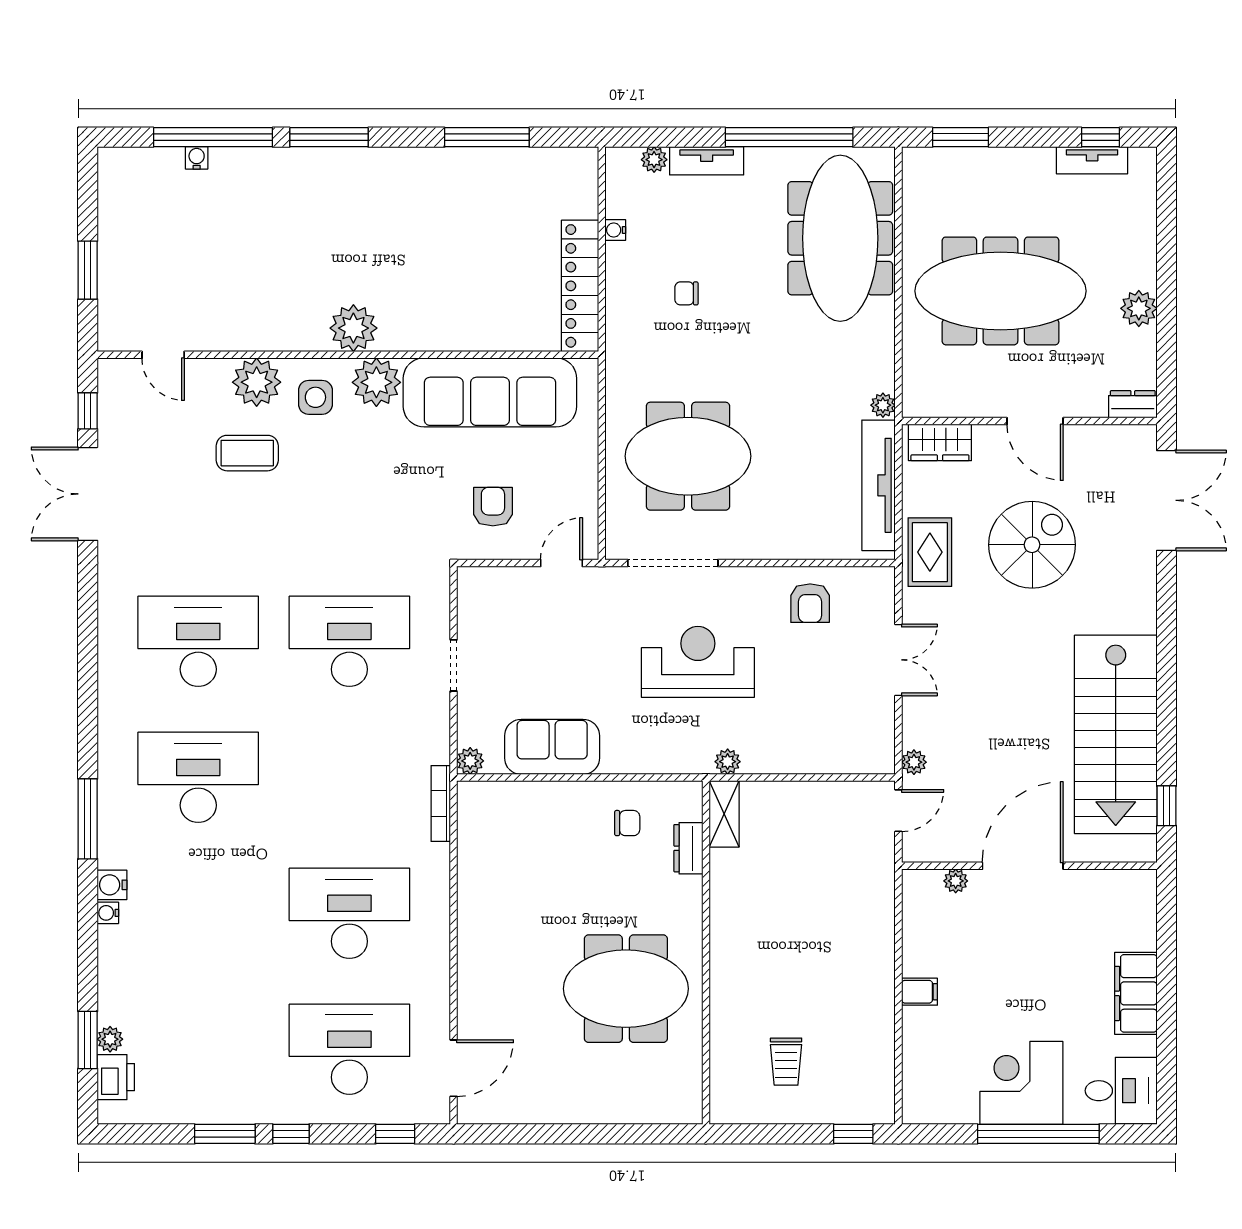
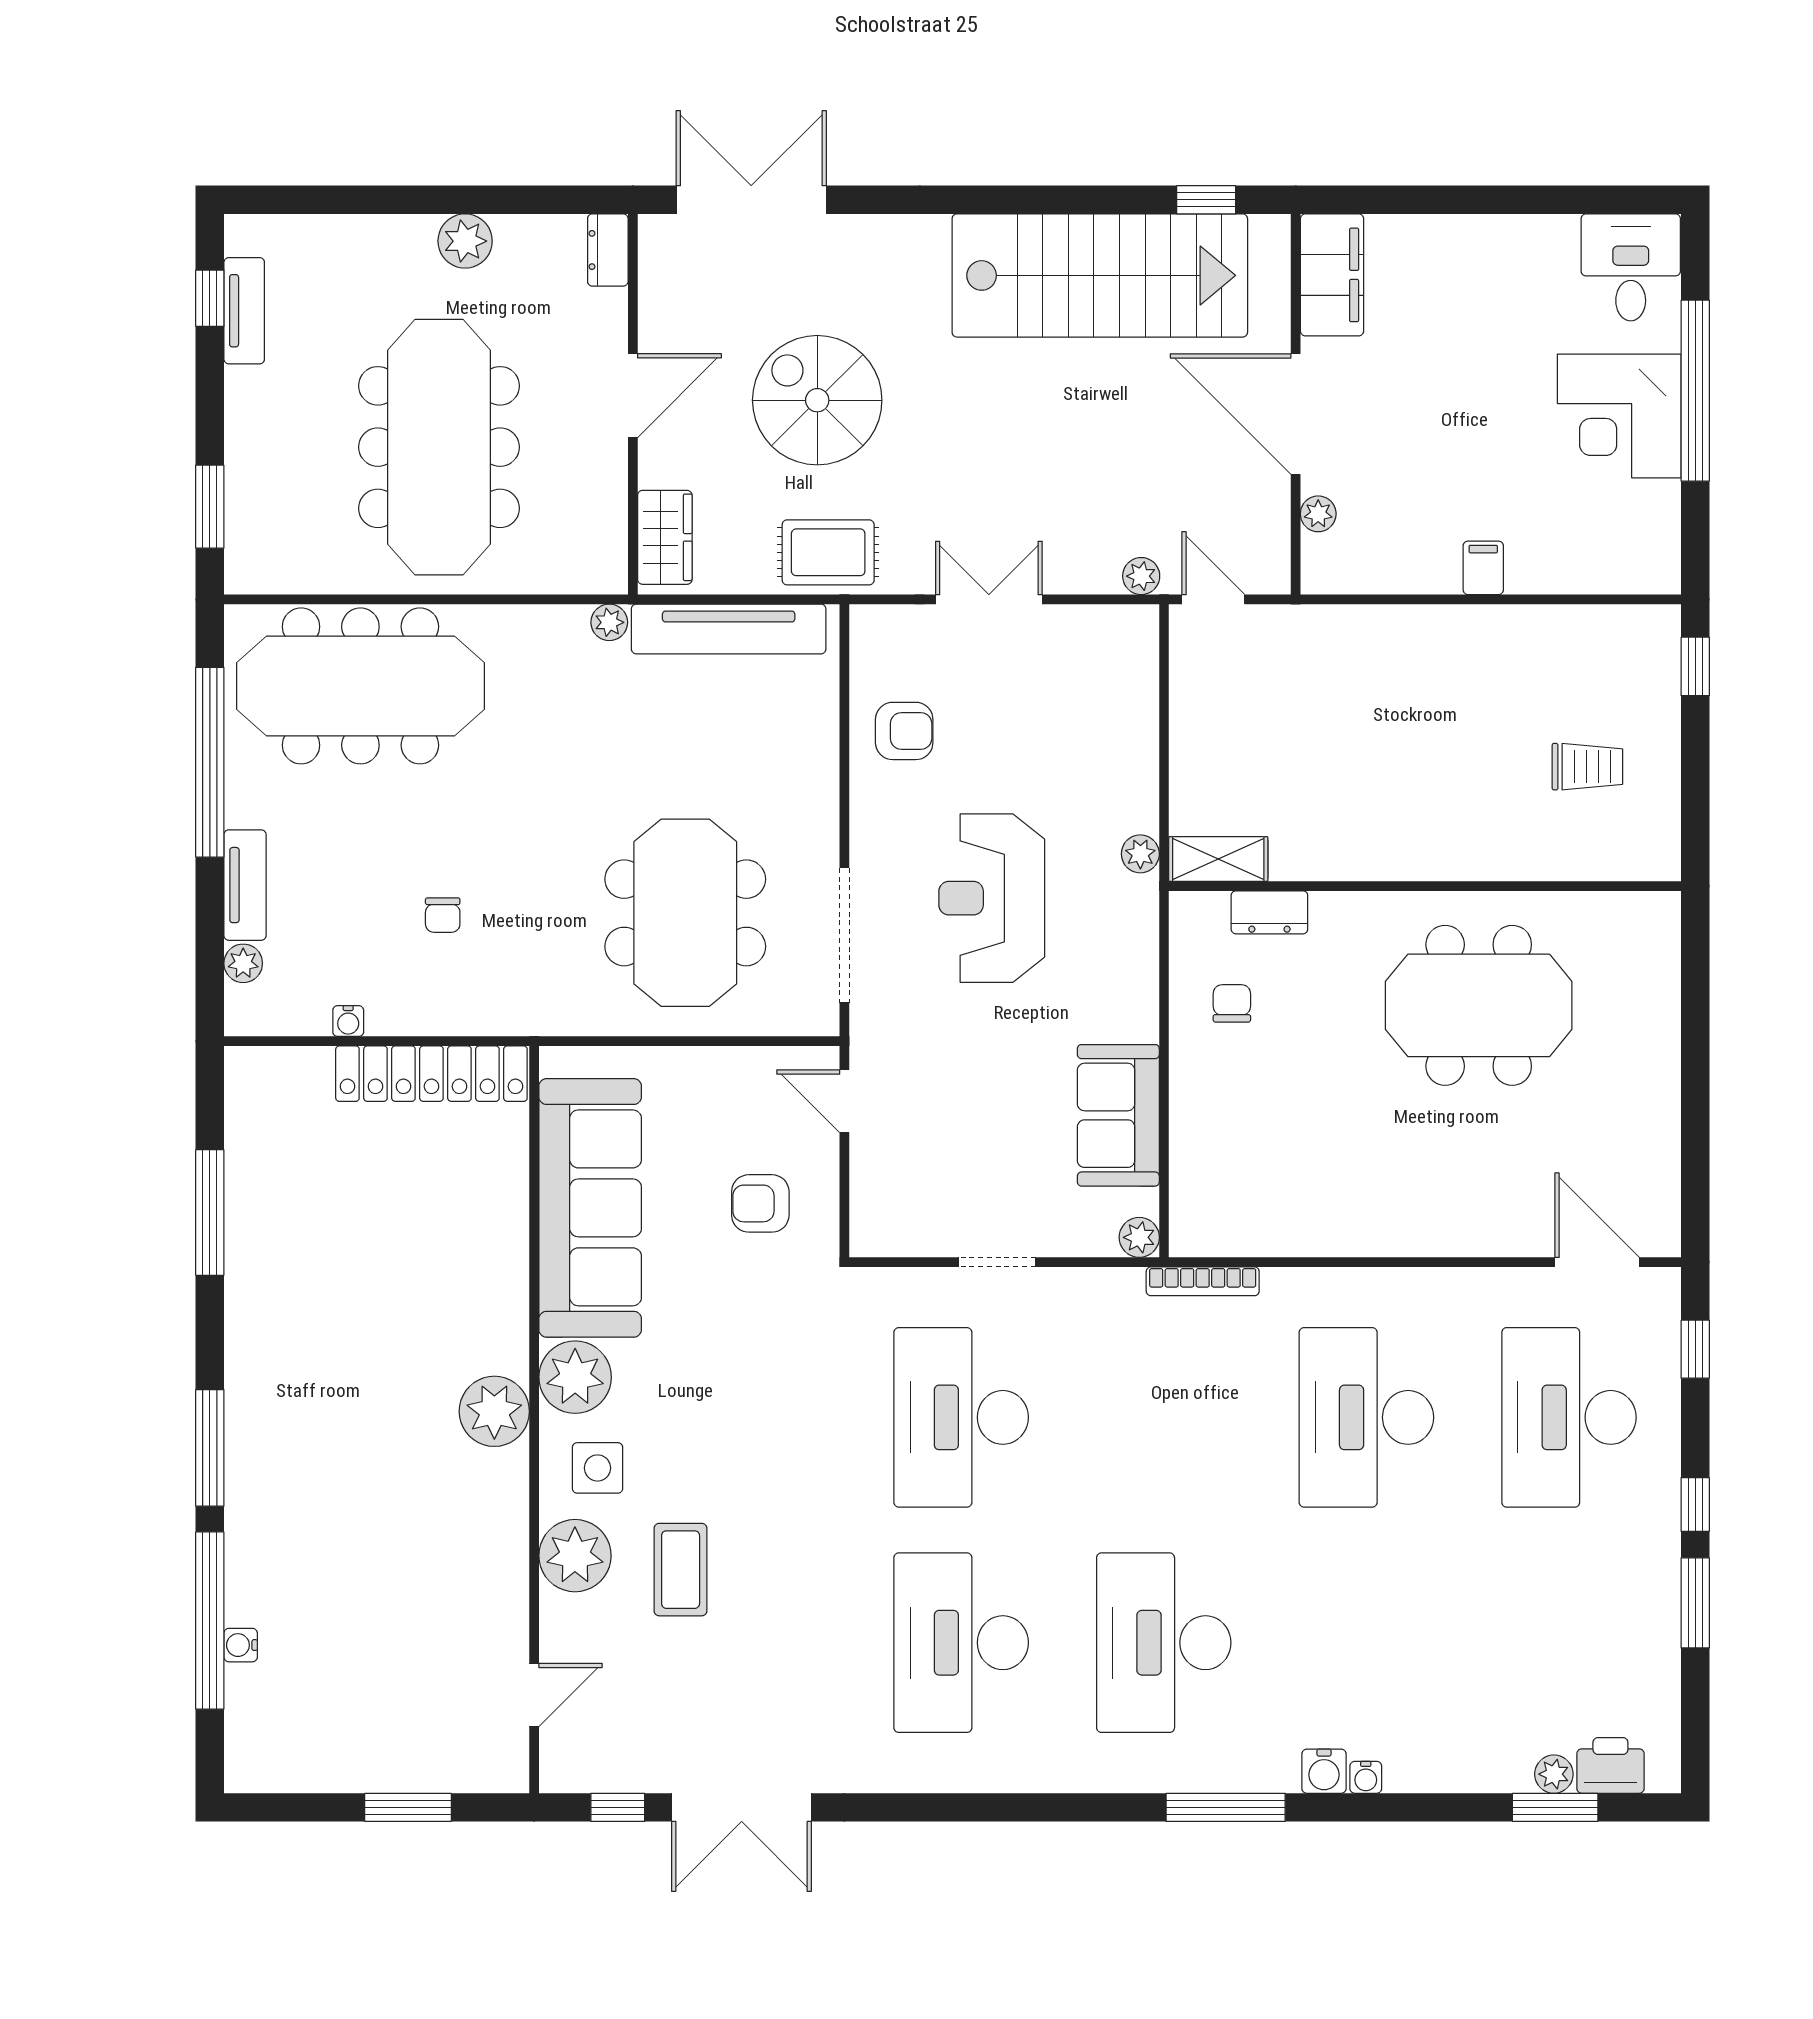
meeting table: (626, 989) -> (1479, 1005), turned 90
filing cabinet: (1136, 993) -> (1332, 275), moved, turned -90

